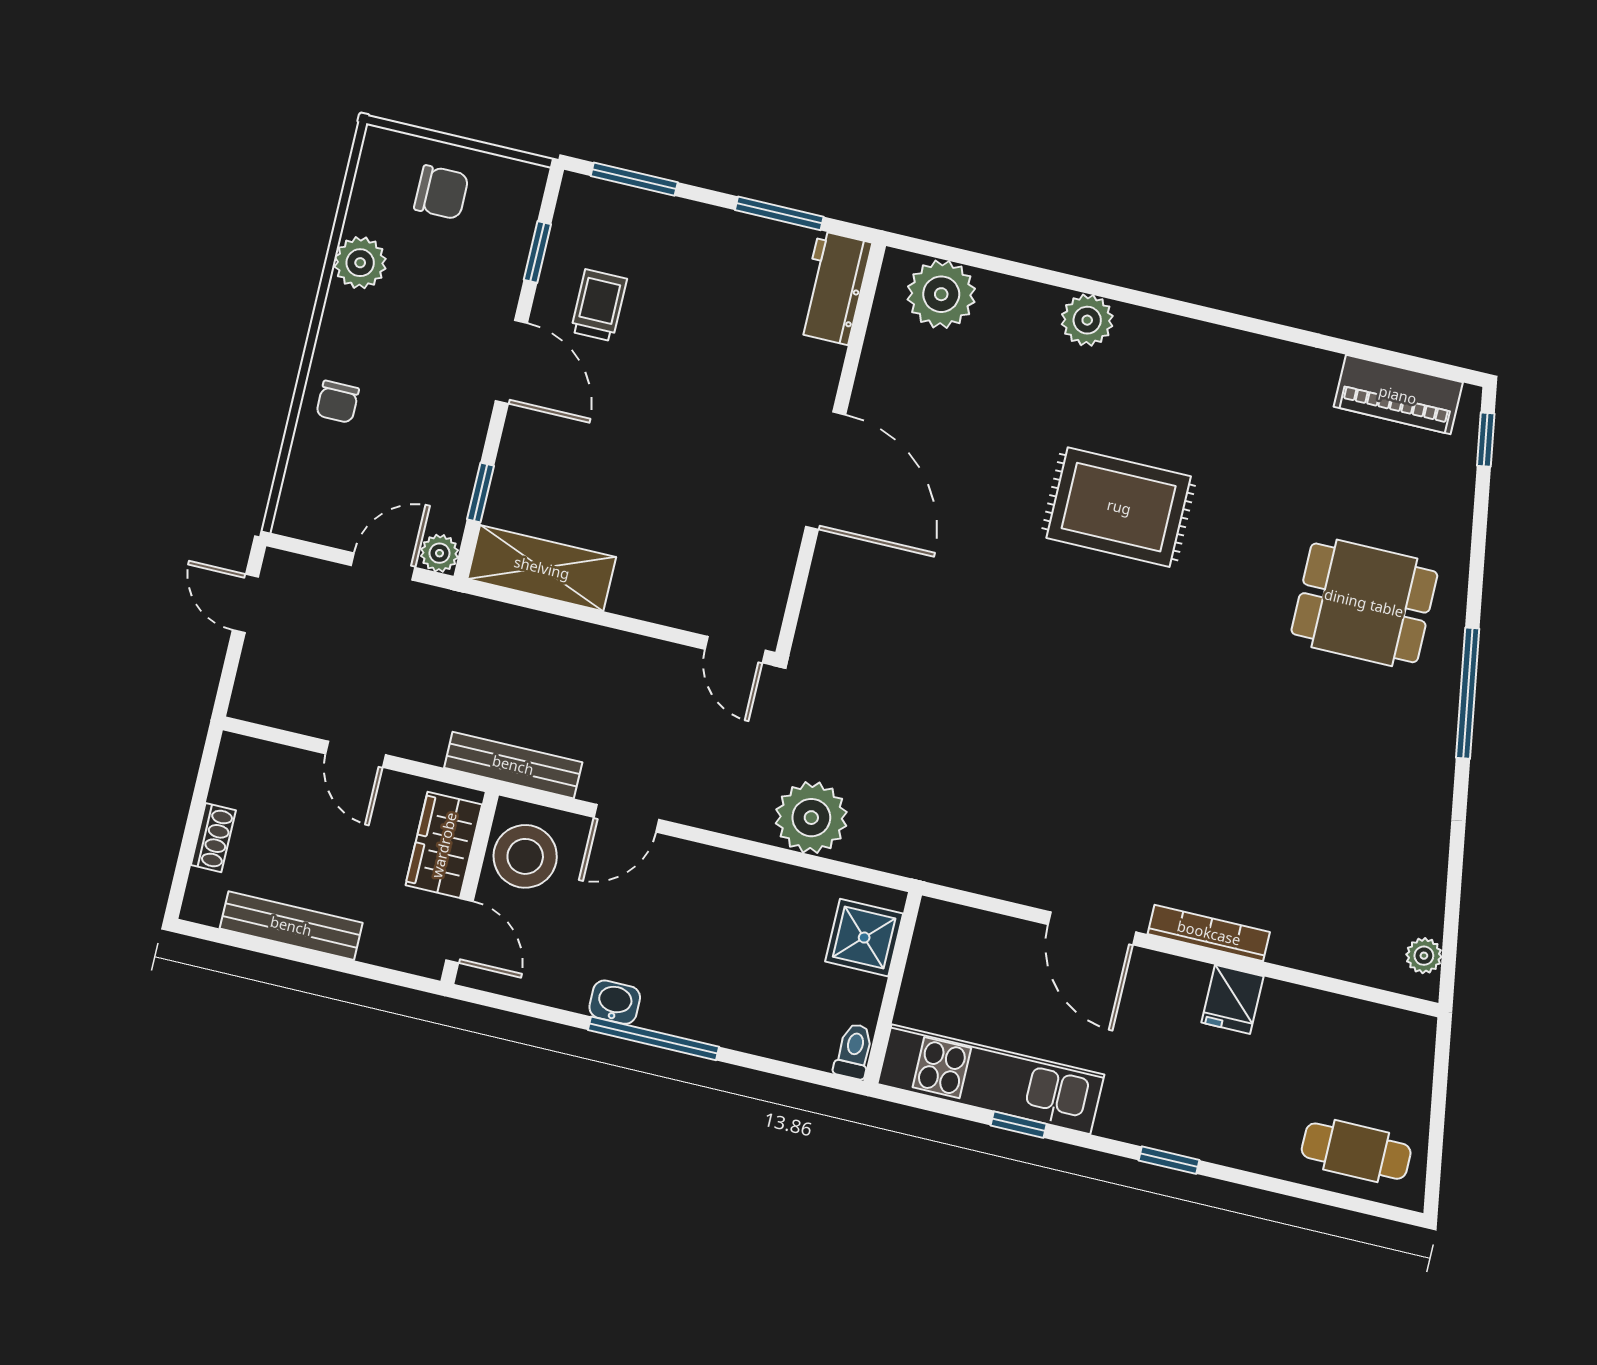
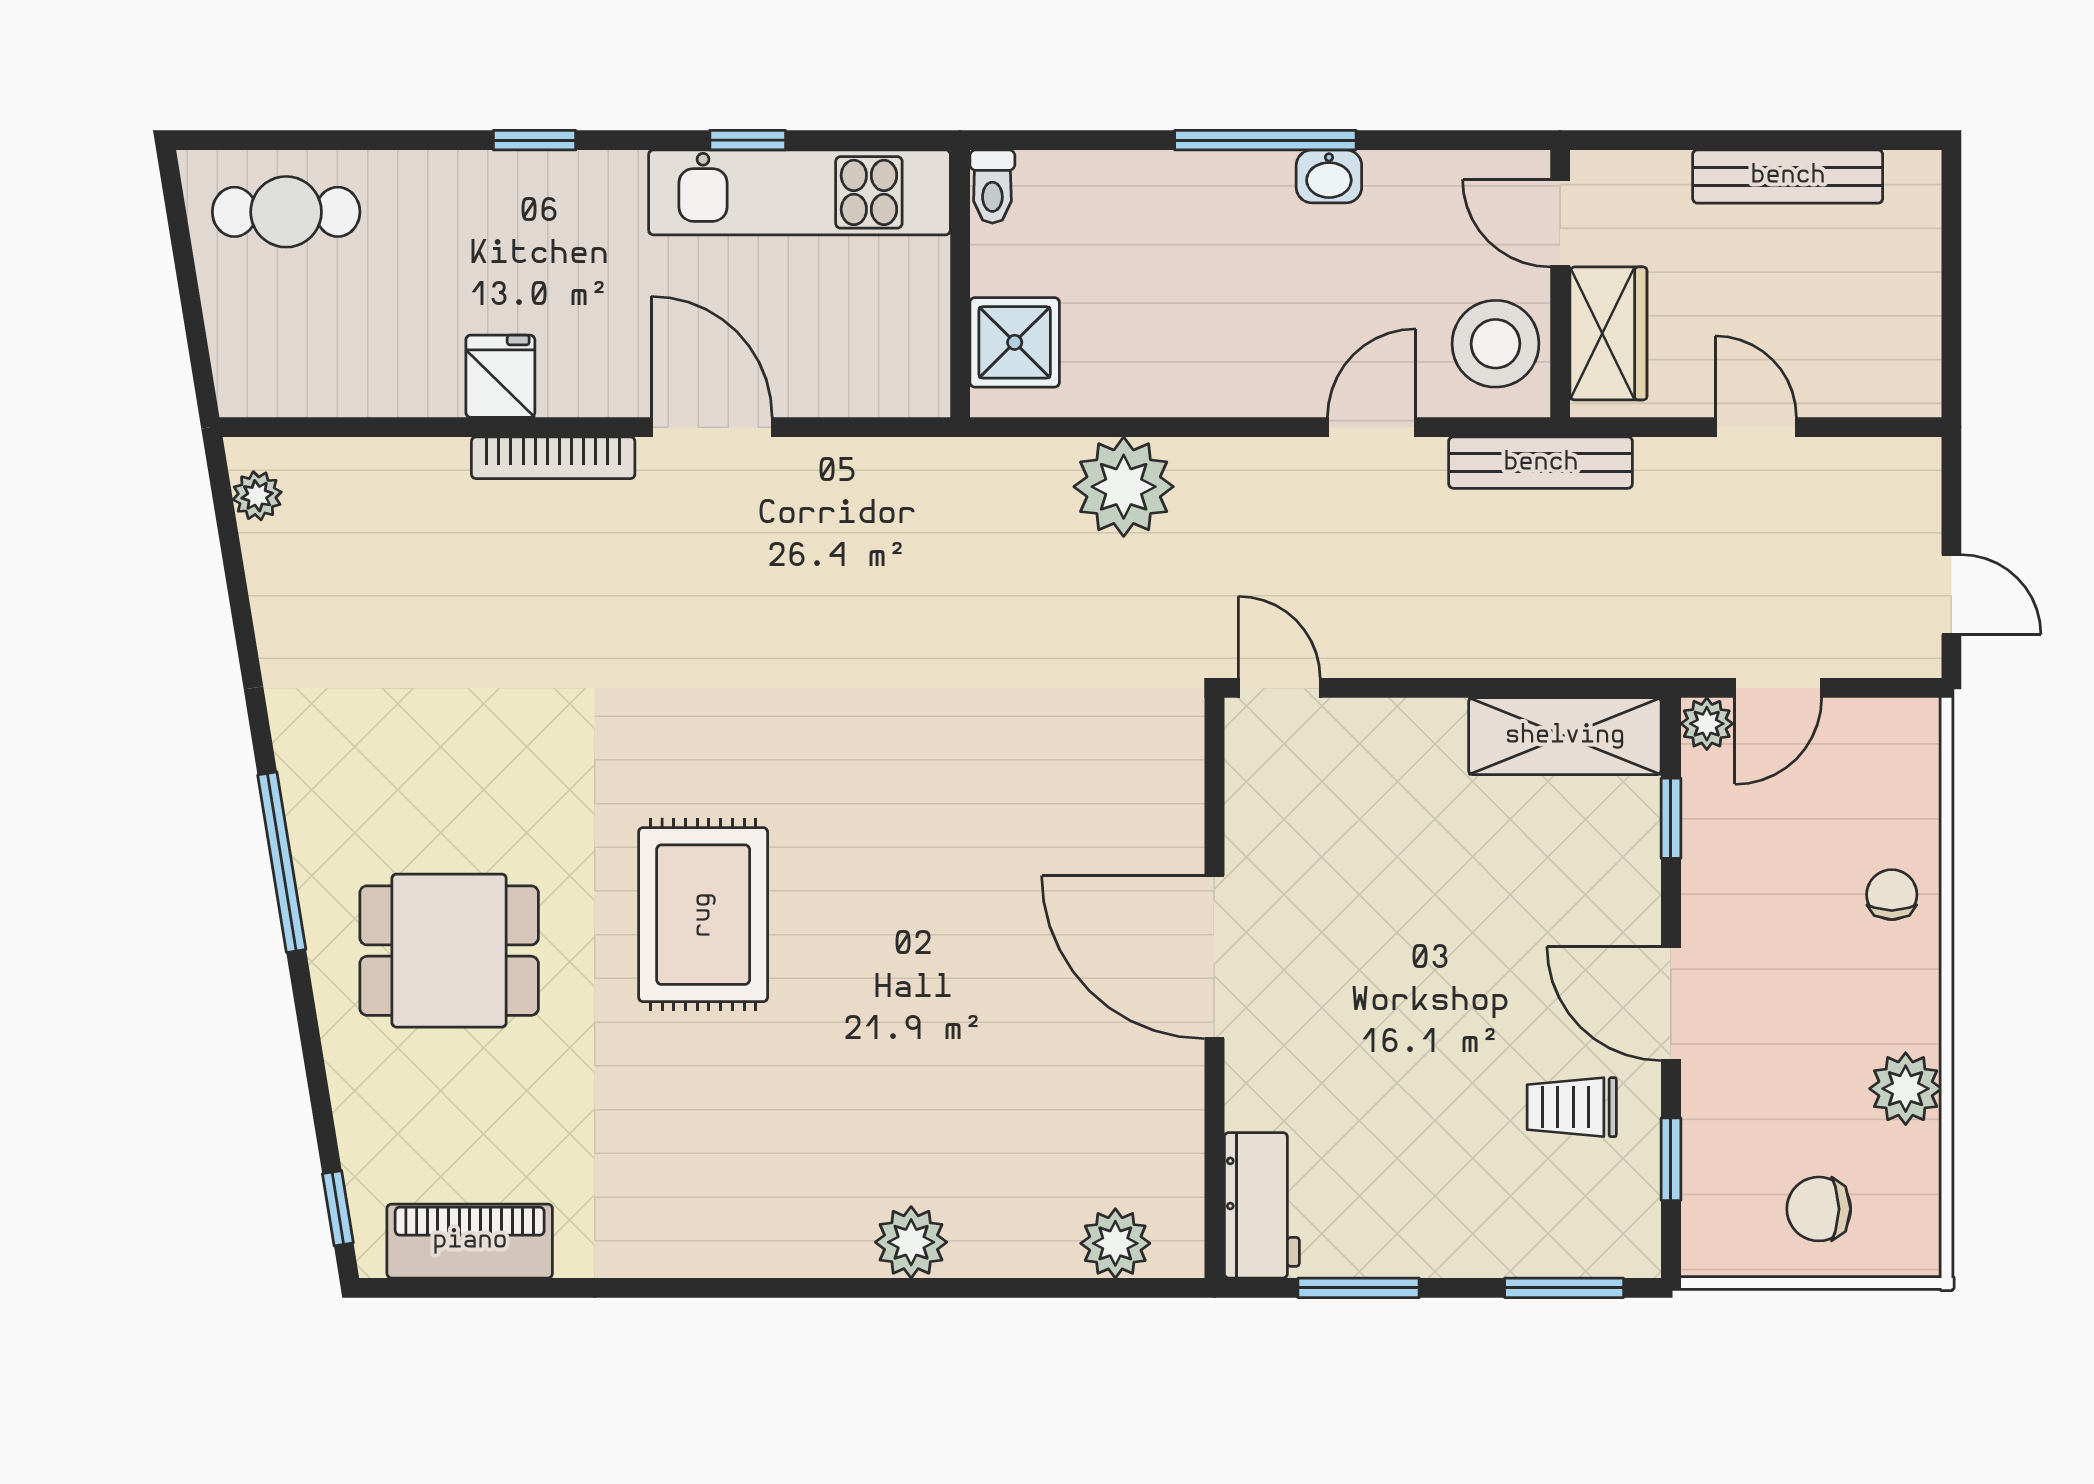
plant: (941, 294) -> (1115, 1243), width x0.73, depth x0.73
trolley: (599, 305) -> (1572, 1107), turned 90
rug: (1119, 507) -> (703, 915), moved, turned 90
shoe rack: (213, 838) -> (1920, 270), removed

